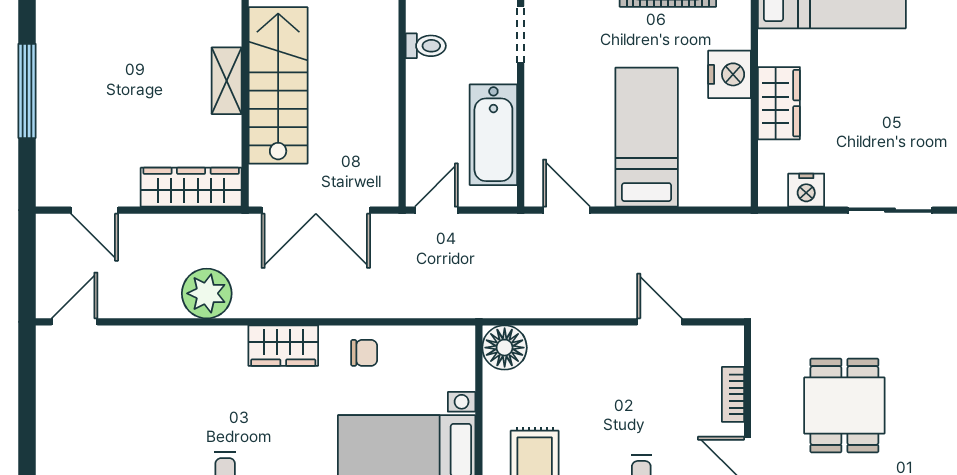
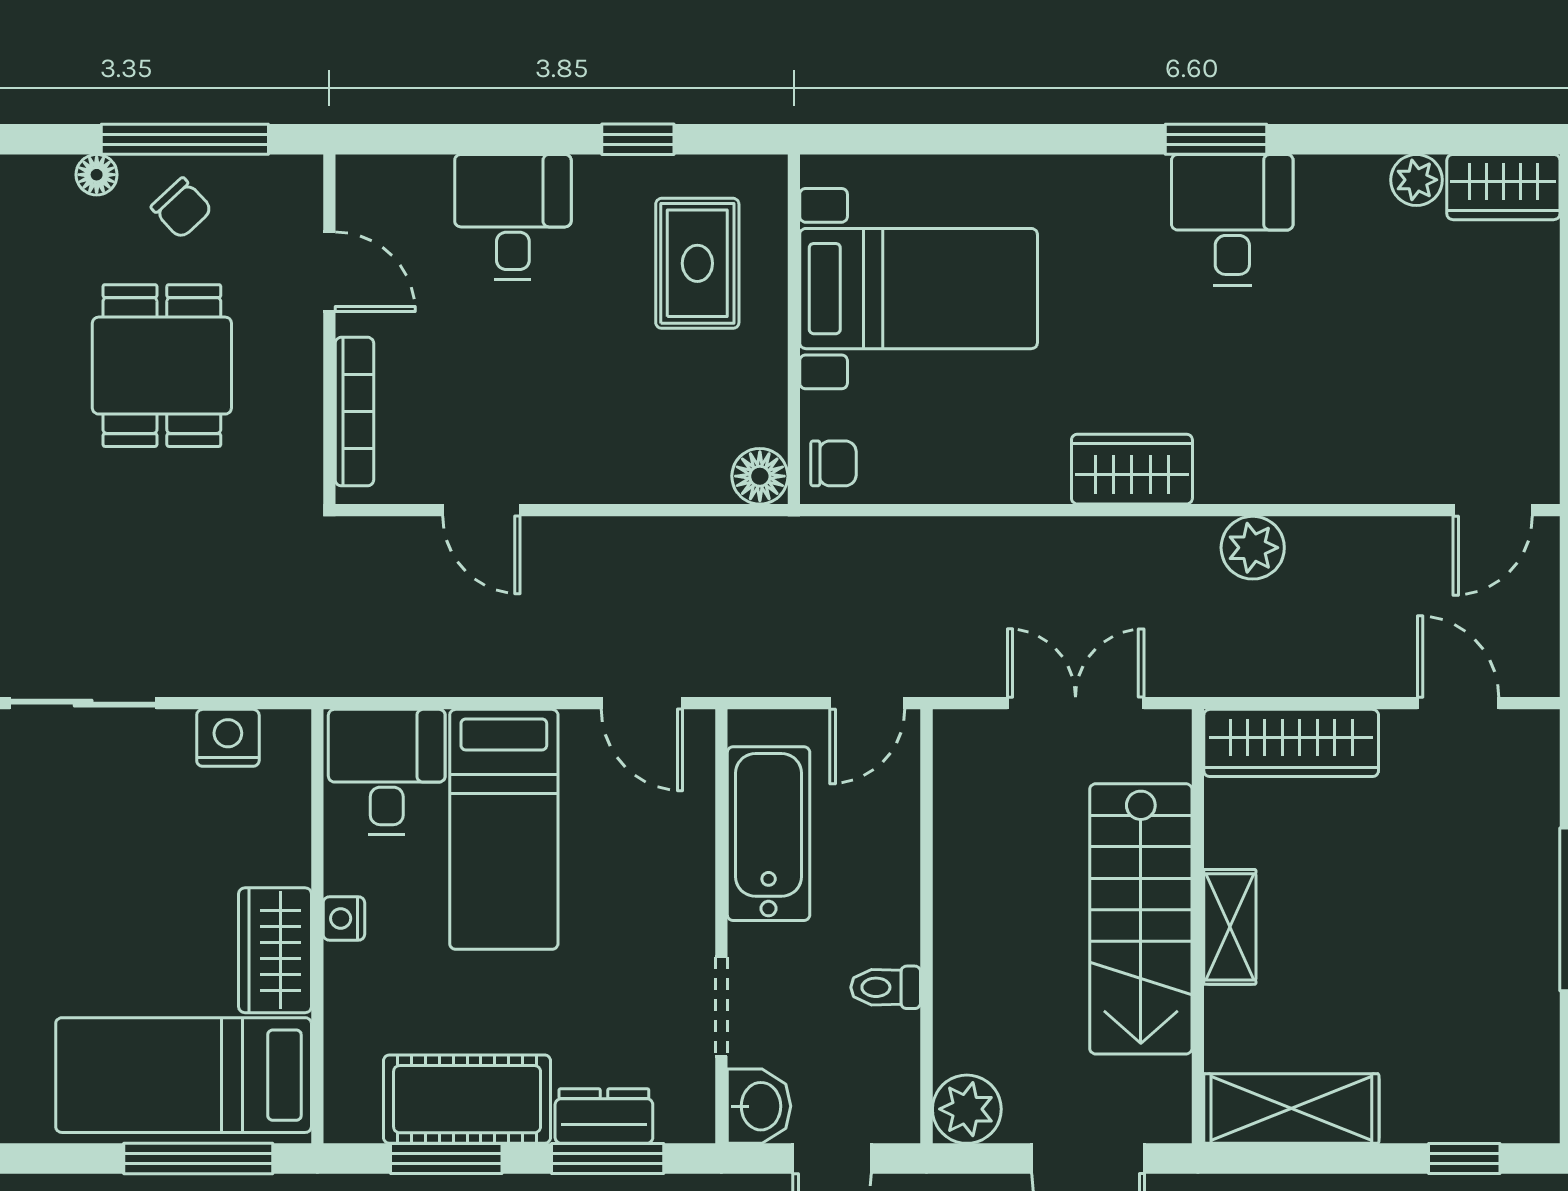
nightstand: (730, 74) -> (344, 918), width x0.53, depth x0.56
wardrobe: (779, 103) -> (275, 950), moved
desk: (714, 170) -> (387, 772), added
double door: (316, 210) -> (1076, 703), width x0.73
plant: (207, 293) -> (1253, 548), width x0.73, depth x0.73
floor lamp: (505, 348) -> (760, 476), width x0.73, depth x0.73
chair: (364, 353) -> (833, 463), moved, turned 180
bookcase: (733, 394) -> (354, 412), width x1.56

